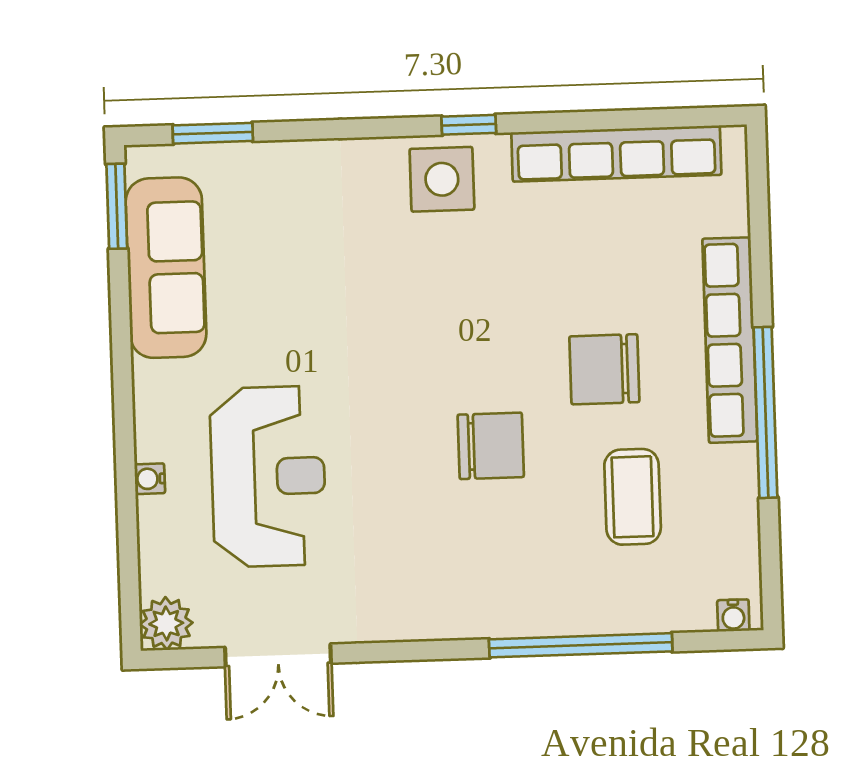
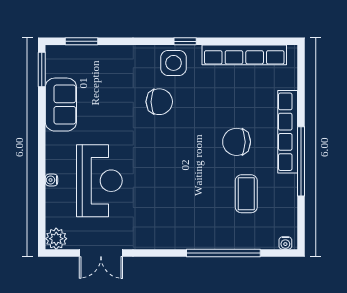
sofa: (166, 268) -> (61, 105), width x0.73
chair: (491, 446) -> (159, 102), moved

